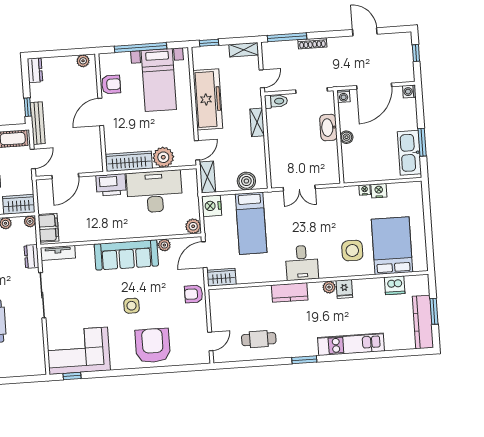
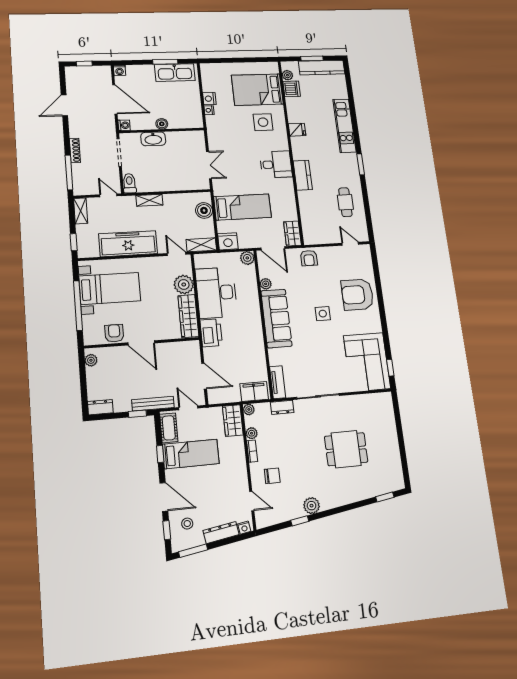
plant: (329, 287) -> (287, 75), moved

